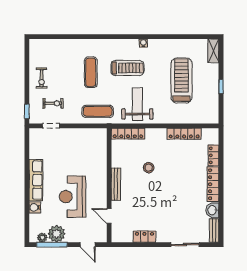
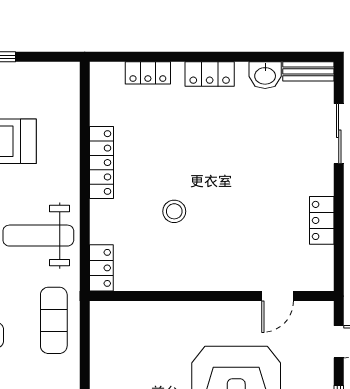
locker: (128, 134) -> (101, 268), width x0.66
locker: (184, 134) -> (102, 163), moved
bench: (116, 184) -> (209, 281), removed
locker: (213, 184) -> (210, 74), width x0.66

